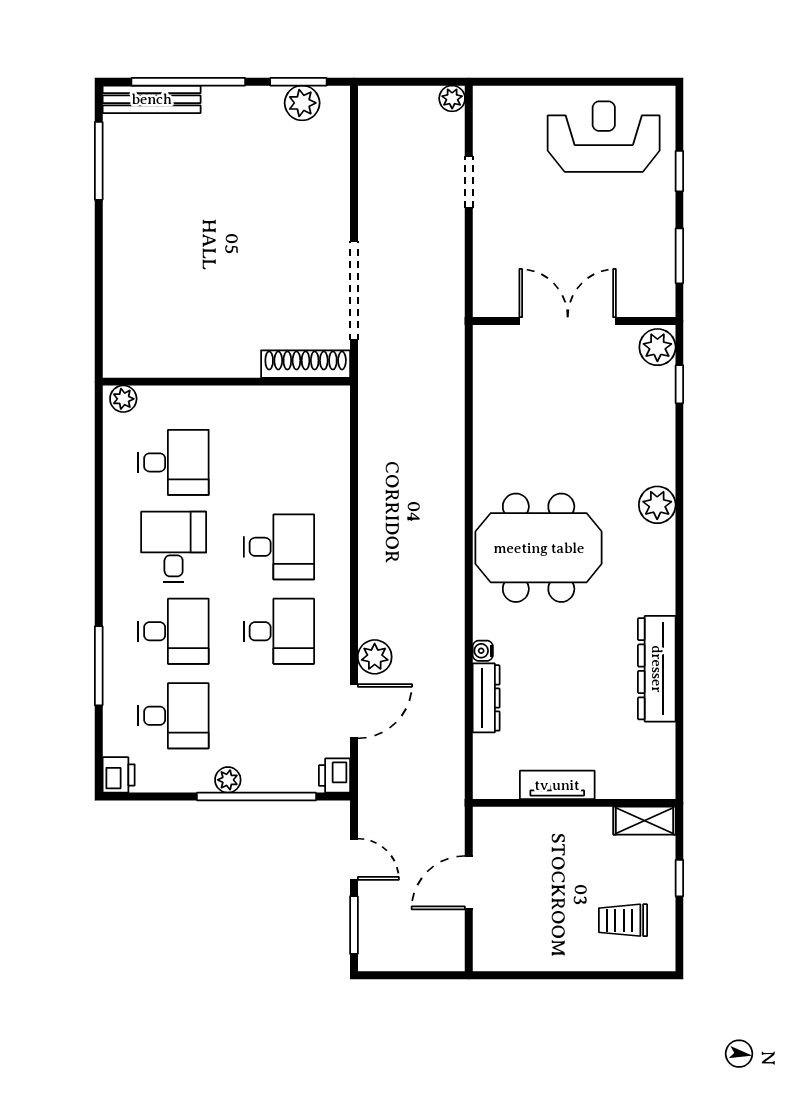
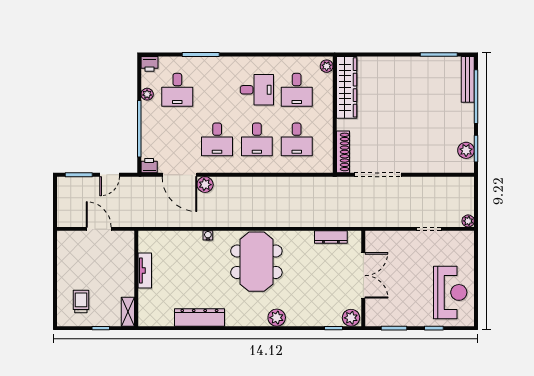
wardrobe: (168, 356) -> (347, 87), added
desk: (174, 631) -> (297, 139), moved
dresser: (486, 698) -> (331, 237), moved
door: (354, 711) -> (179, 175), width x1.36
plant: (228, 780) -> (147, 94), moved

